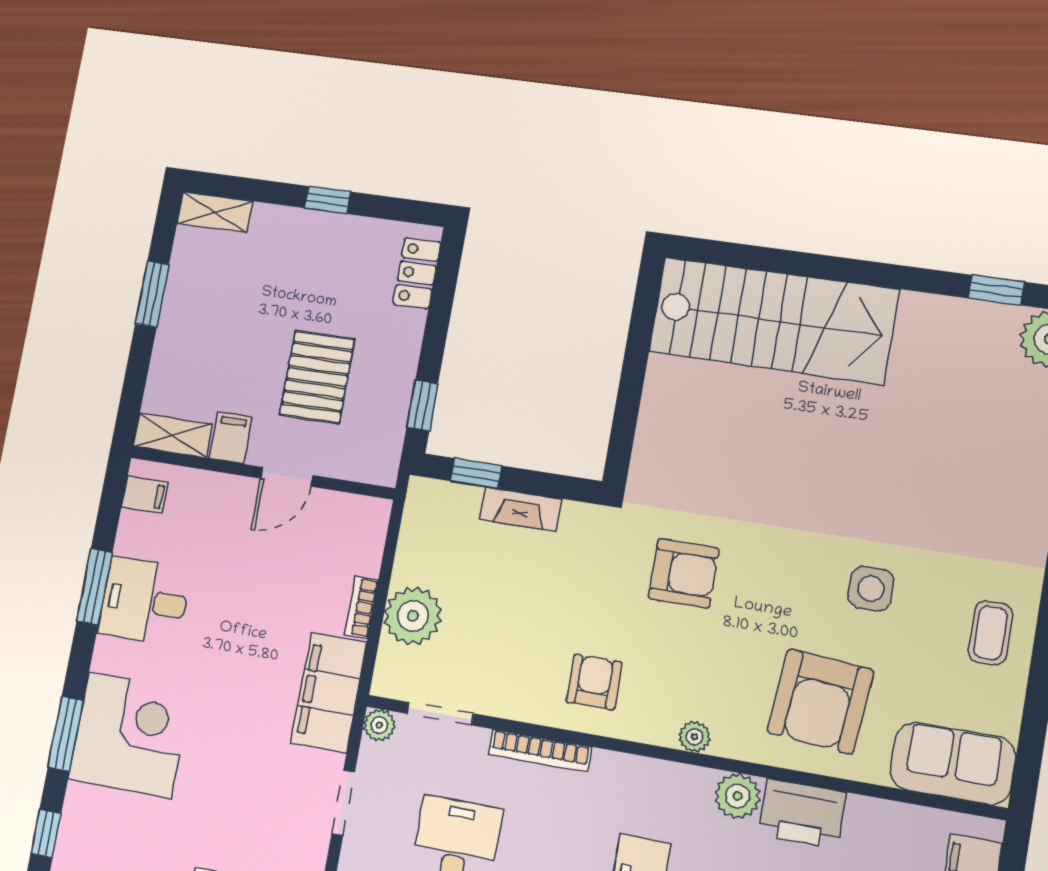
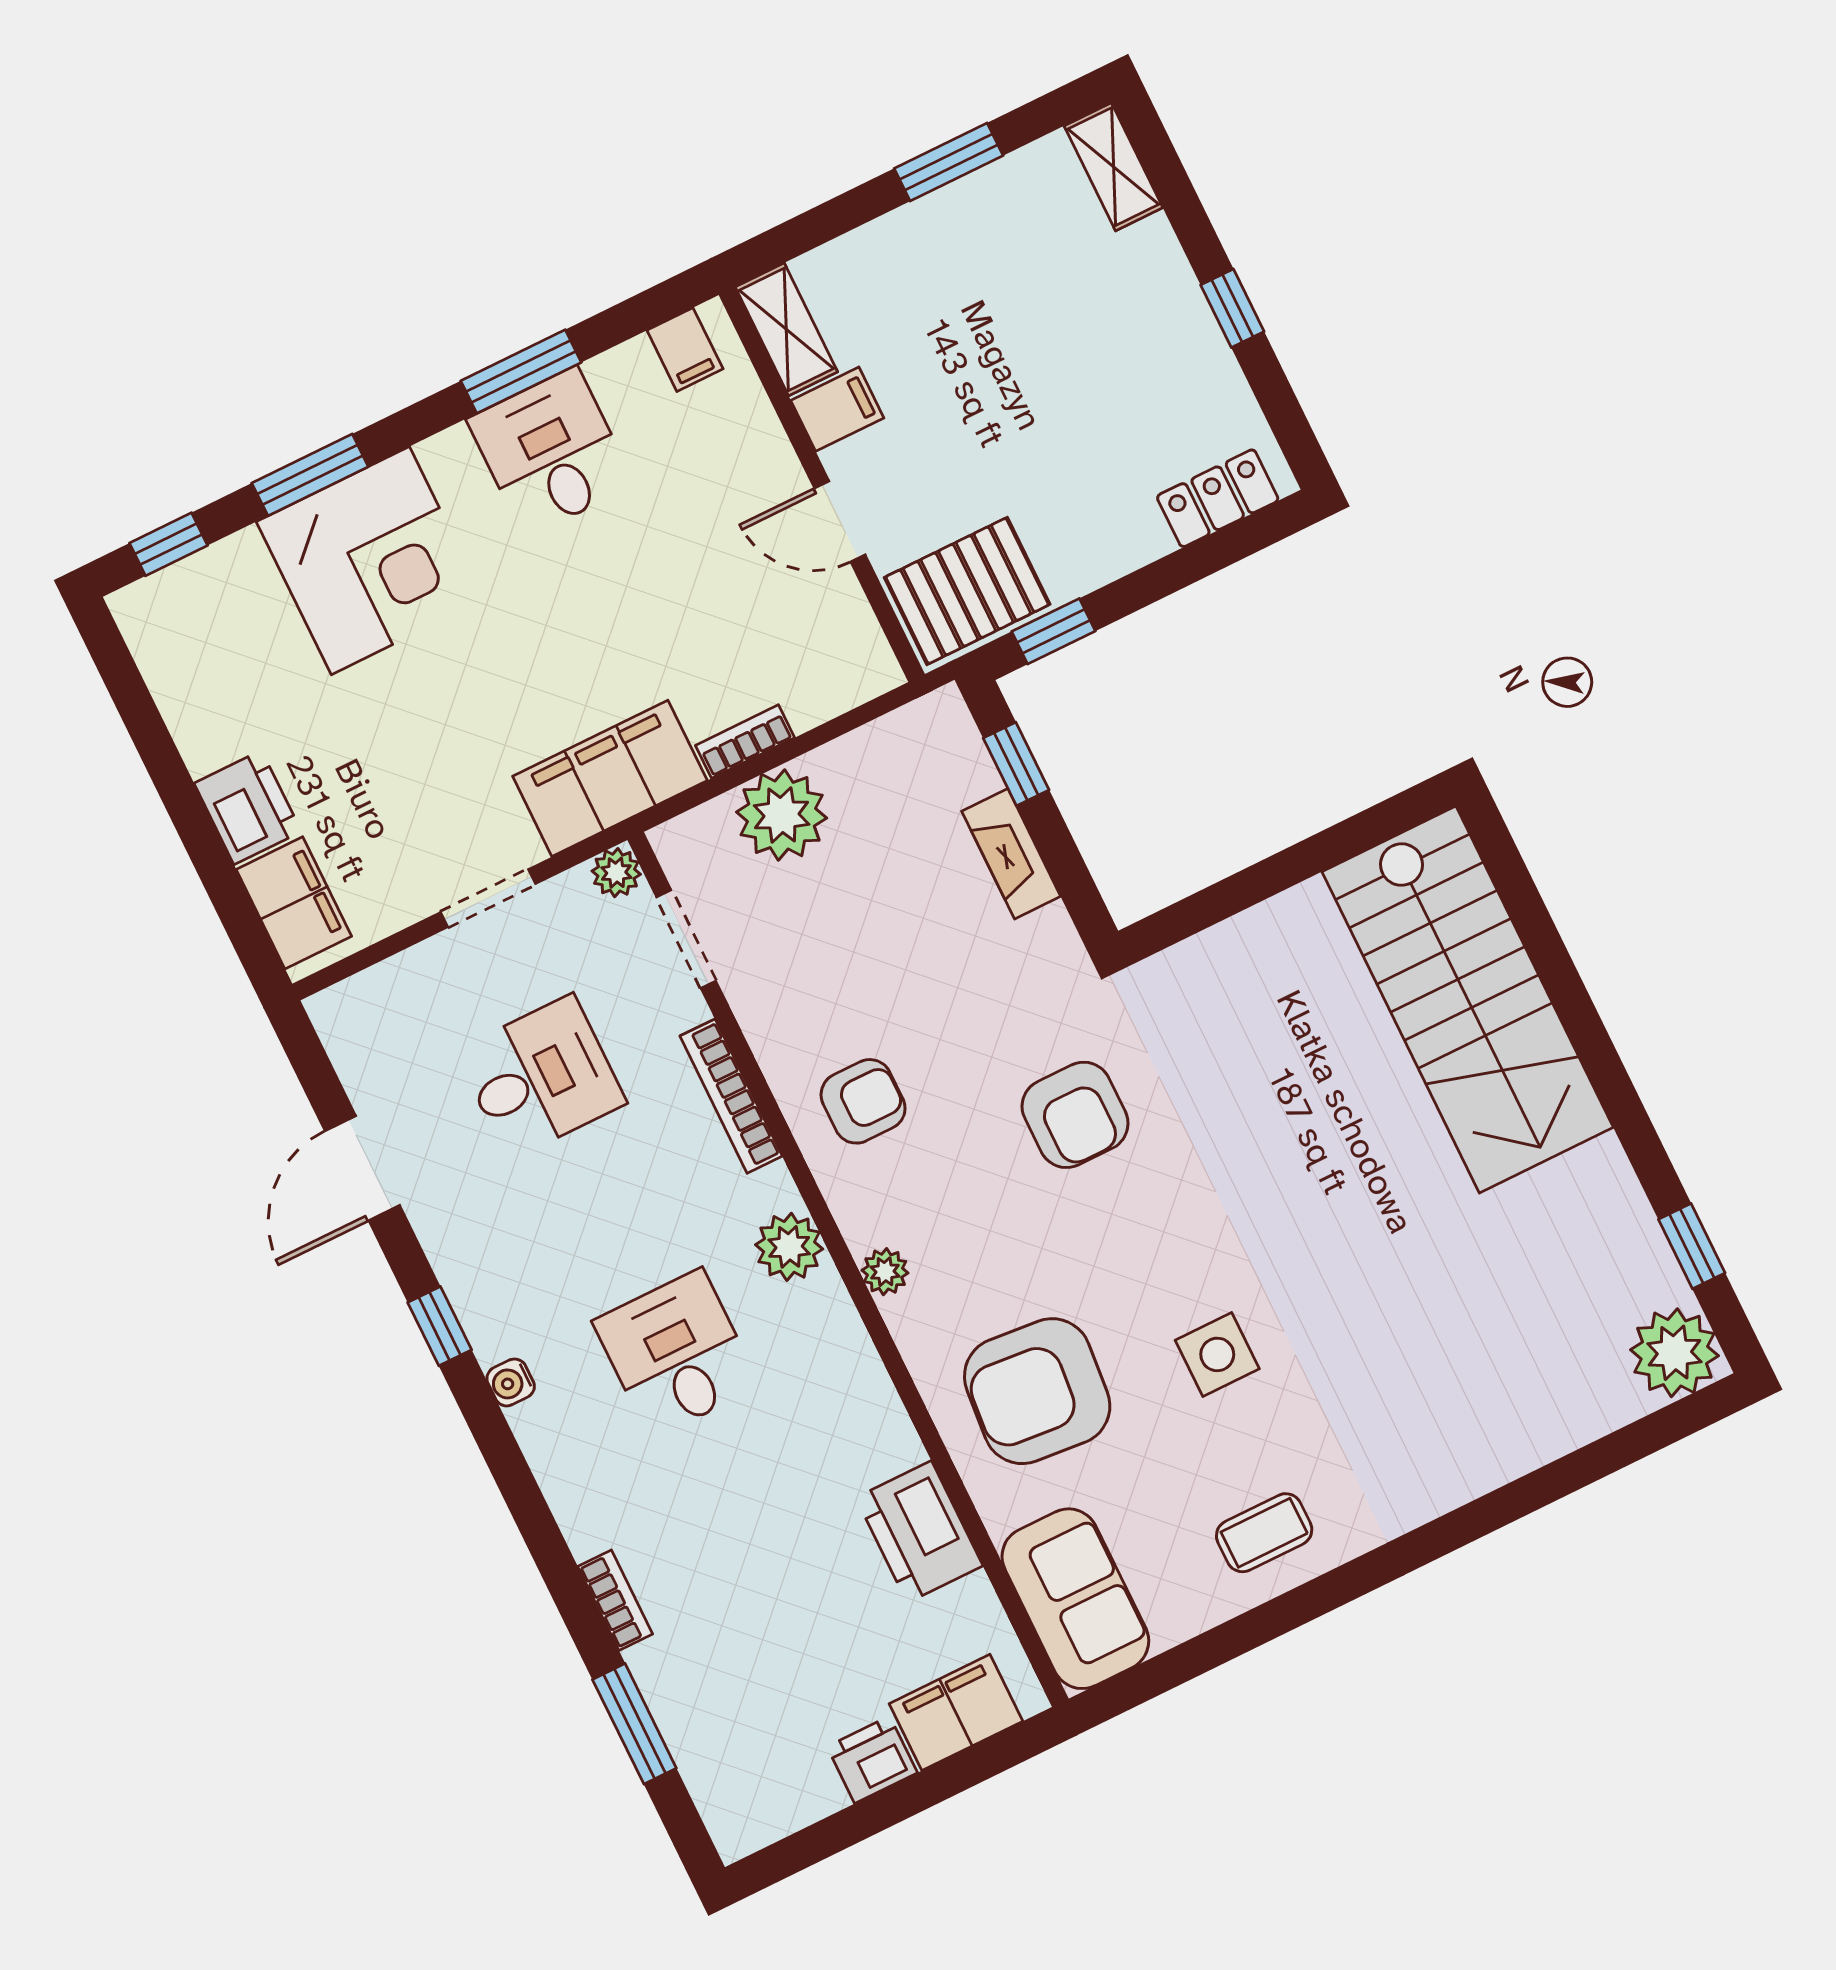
pallet: (317, 377) -> (967, 591), moved
plant: (738, 796) -> (789, 1247), moved
printer: (802, 813) -> (919, 1532), moved

